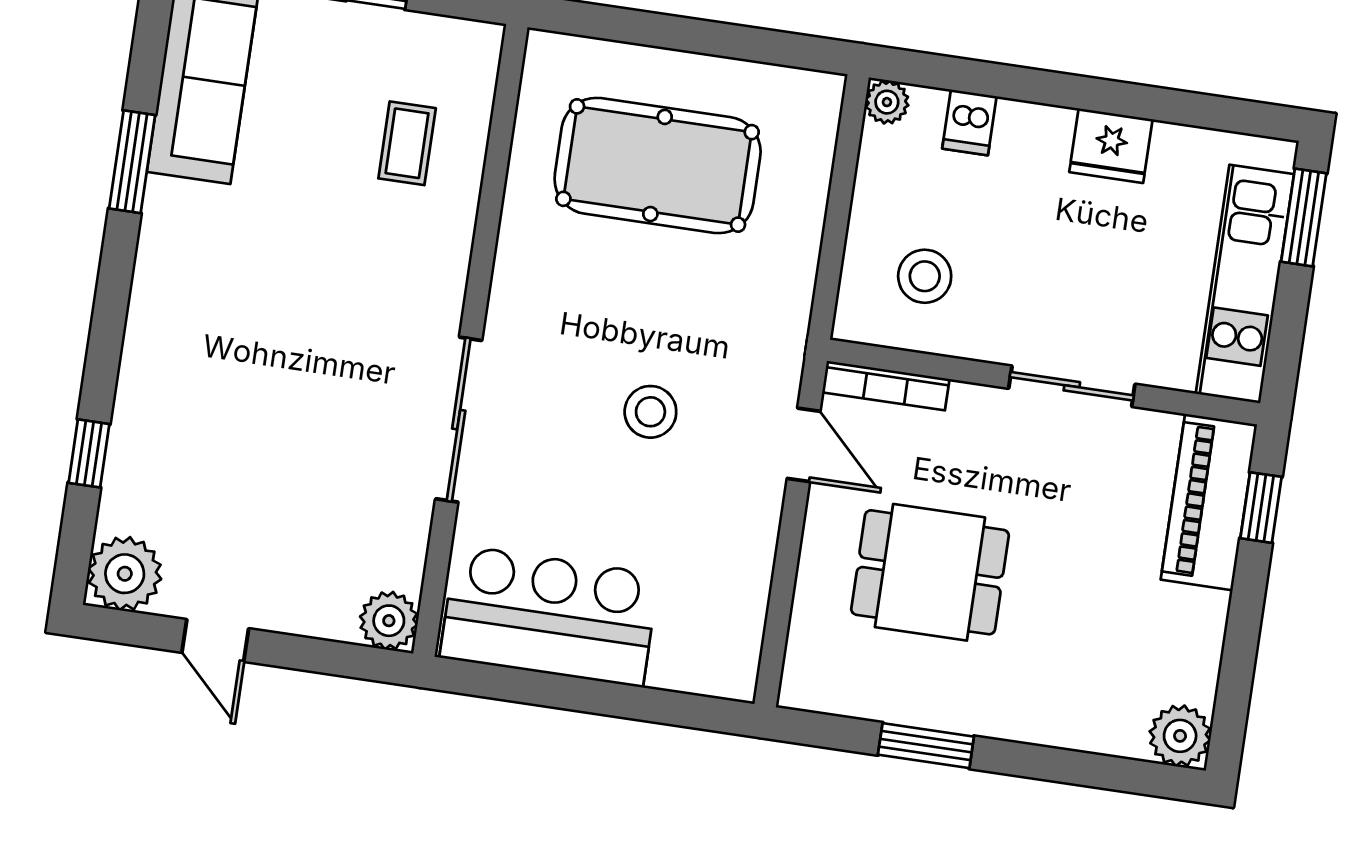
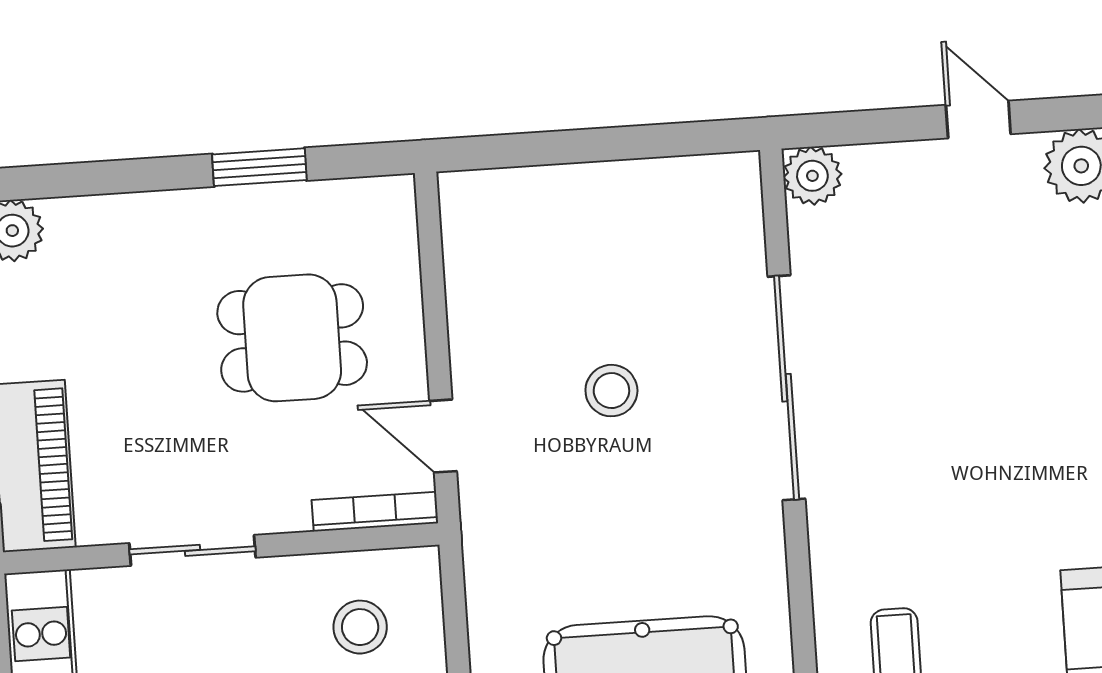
stool: (650, 412) -> (611, 391), moved
sliding door: (459, 420) -> (787, 388), width x1.36
bar counter: (549, 616) -> (656, 214), removed

